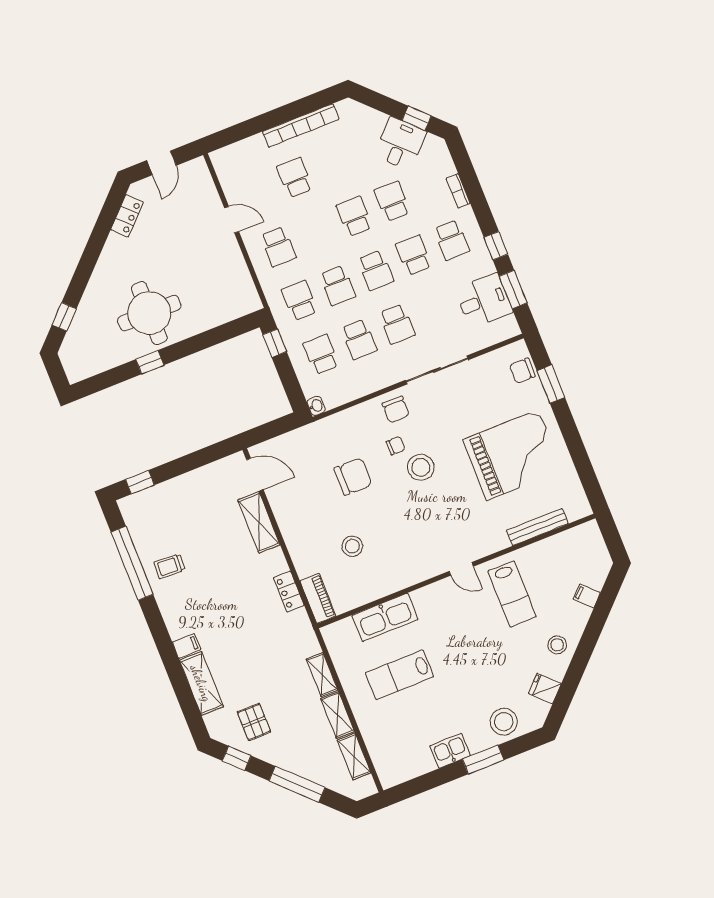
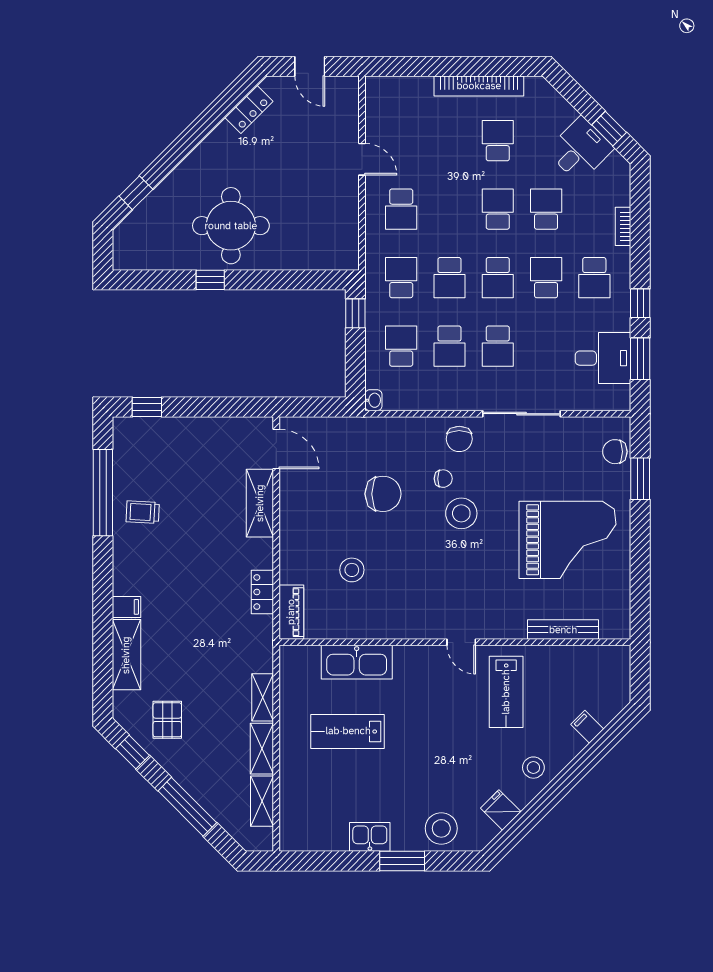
door: (161, 163) -> (310, 66), hinge flipped
school desk: (295, 178) -> (498, 141), moved

